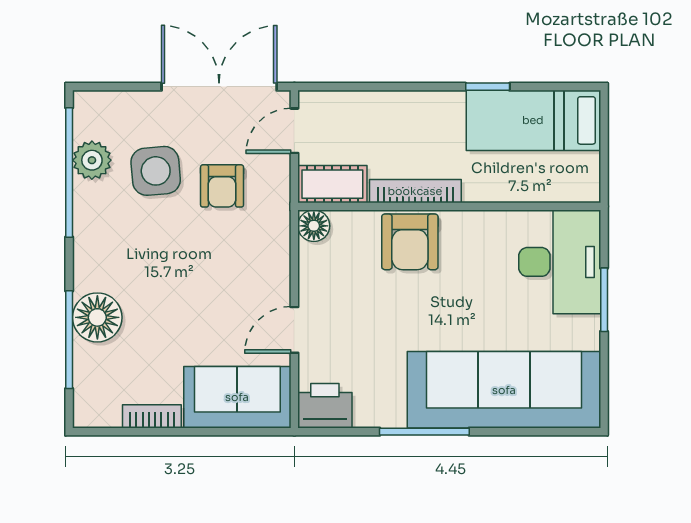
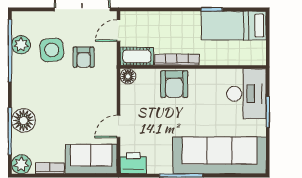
plant: (93, 408) -> (21, 164), added

